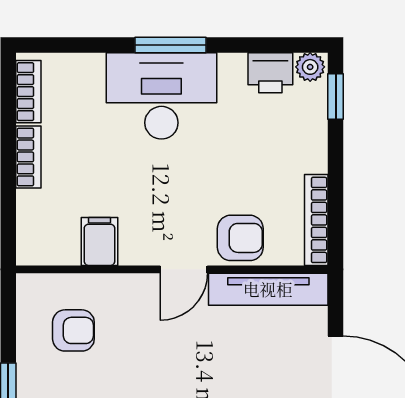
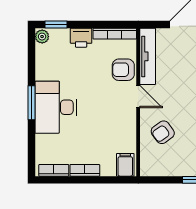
printer: (270, 73) -> (81, 38), moved, turned 90
armchair: (240, 238) -> (123, 70), turned -90
filing cabinet: (99, 241) -> (125, 165), moved, turned 90
armchair: (73, 330) -> (163, 132), moved, turned -126

